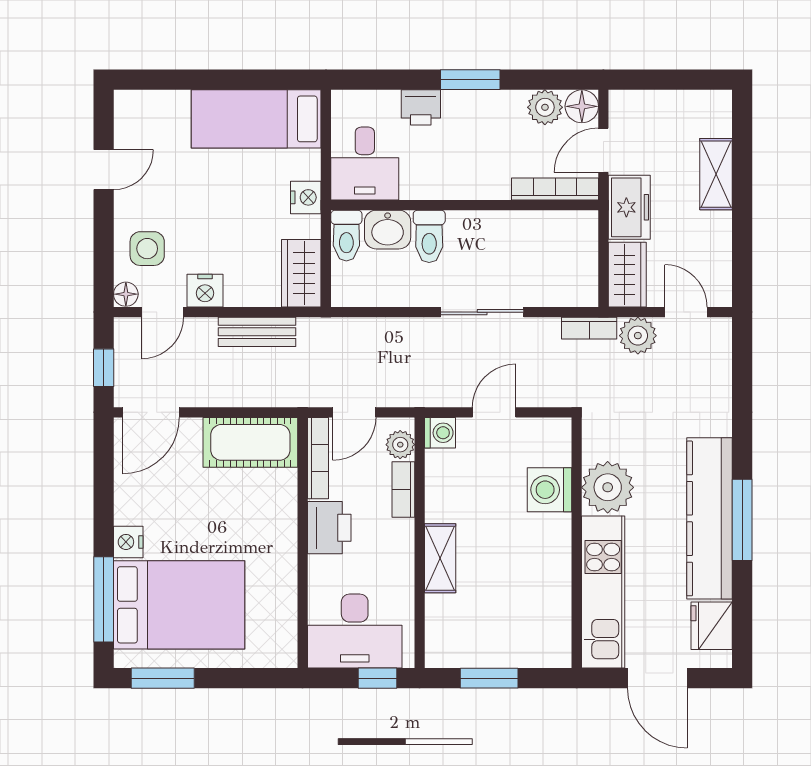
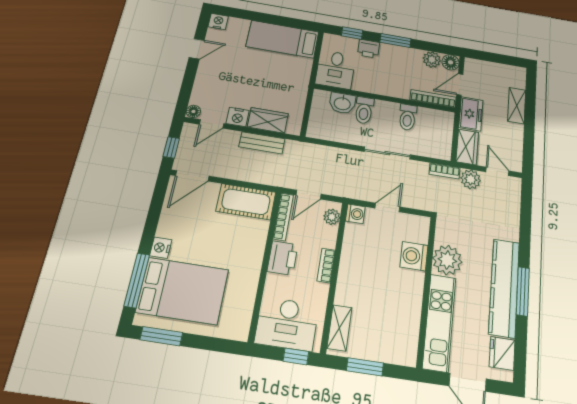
window: (385, 80) -> (352, 33), added
nightstand: (306, 197) -> (218, 21), moved, turned -90
toilet: (346, 236) -> (408, 117), moved
side table: (147, 249) -> (211, 91), removed
wardrobe: (301, 273) -> (268, 120), moved, turned 90
bookcase: (403, 489) -> (326, 265), moved
shelving: (440, 558) -> (339, 328), moved

